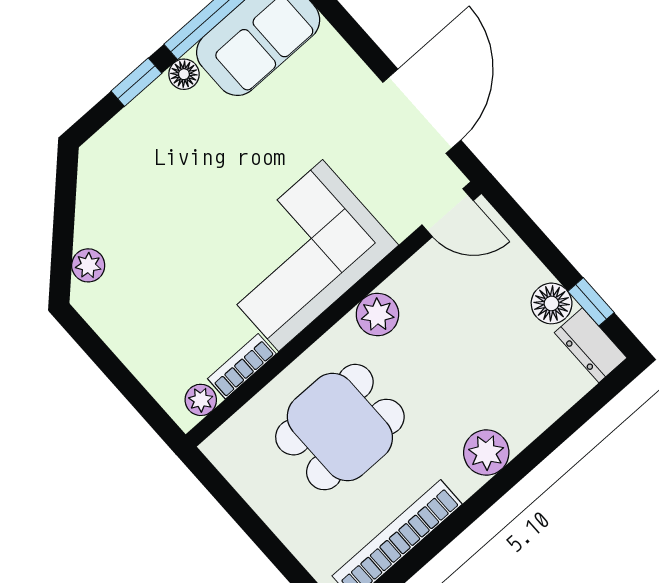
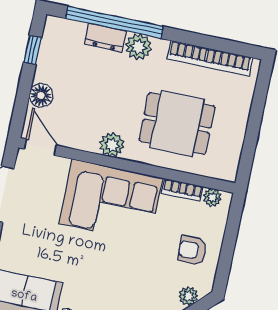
floor lamp: (552, 303) -> (41, 95), moved
armchair: (148, 317) -> (192, 250), added
dresser: (591, 345) -> (105, 38), moved, turned 90
window: (545, 444) -> (114, 22), added

